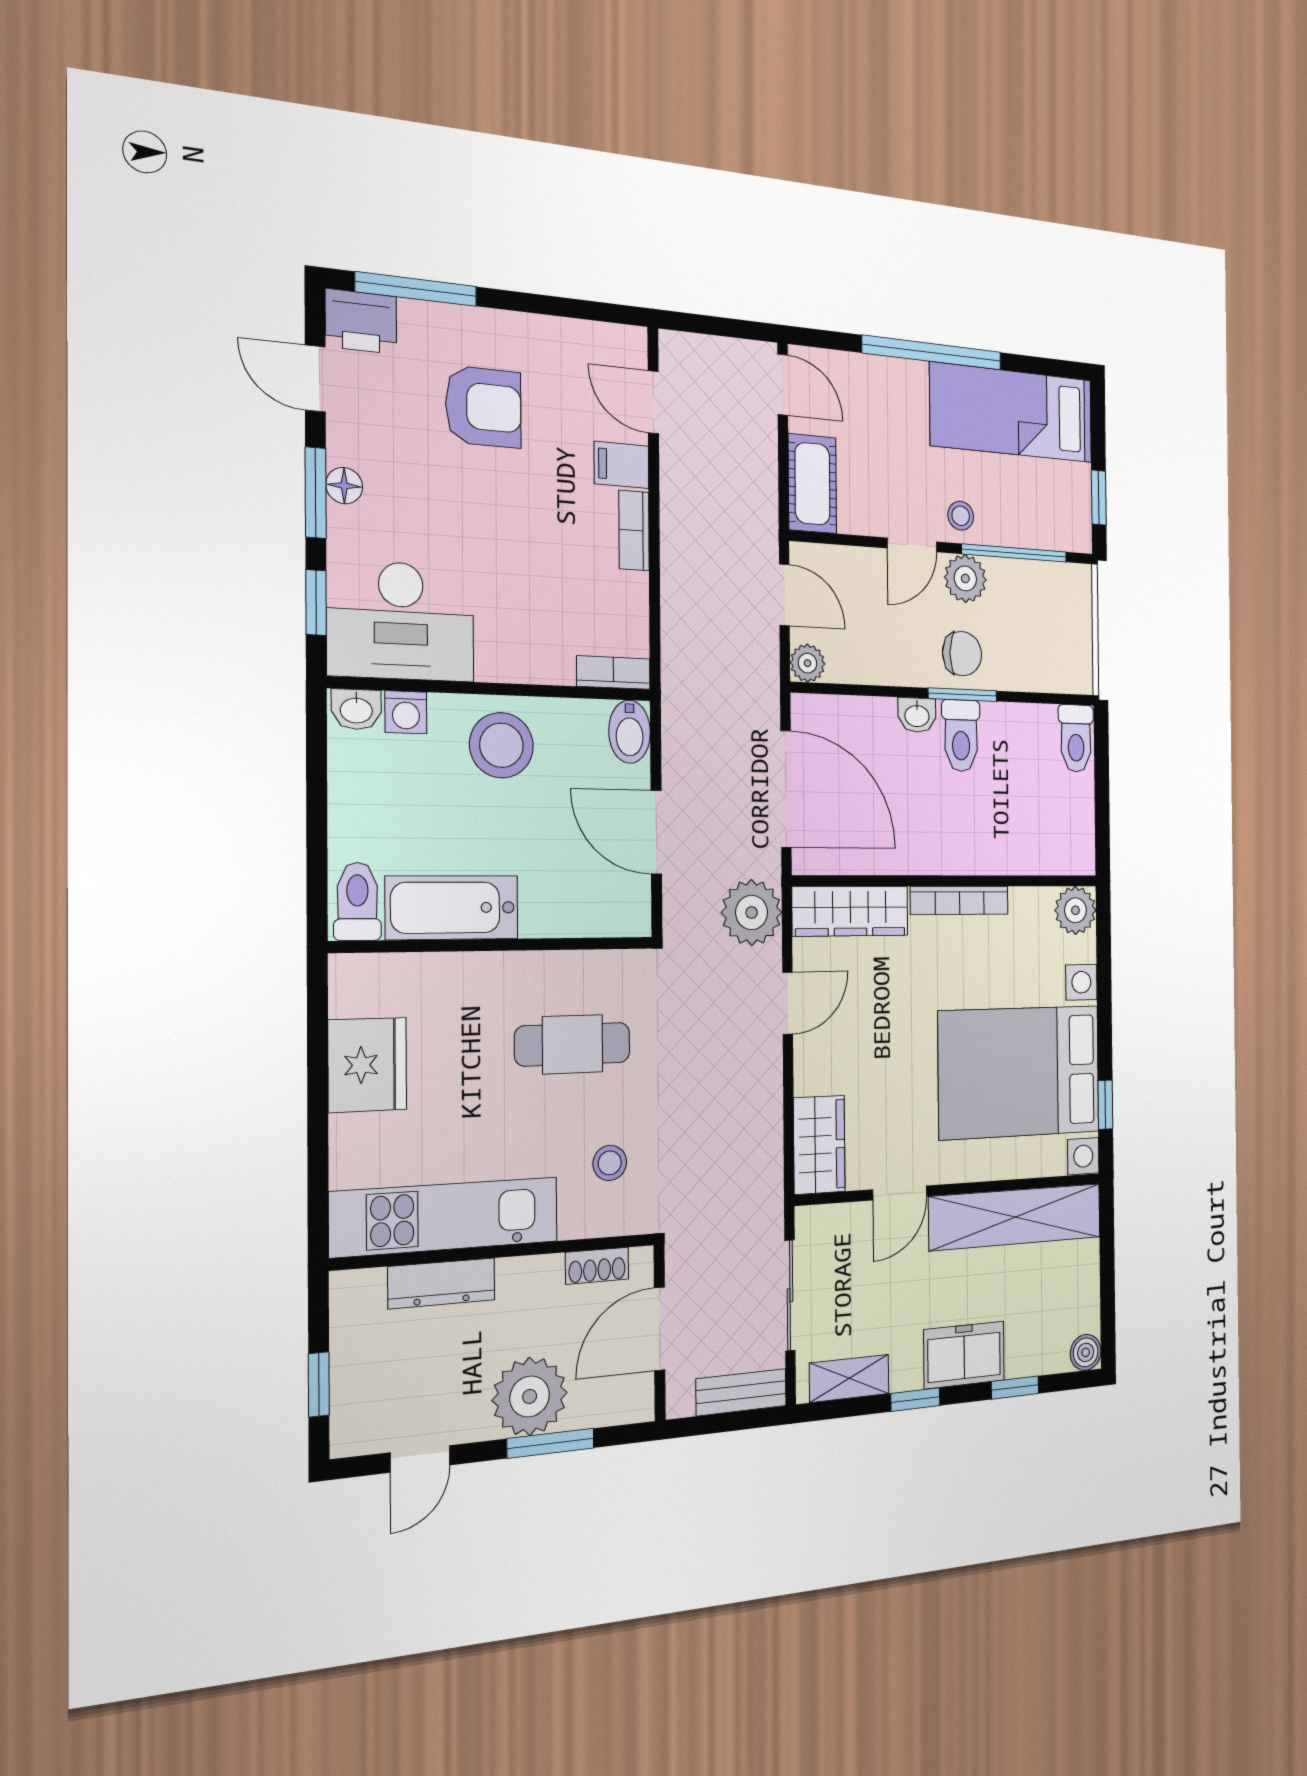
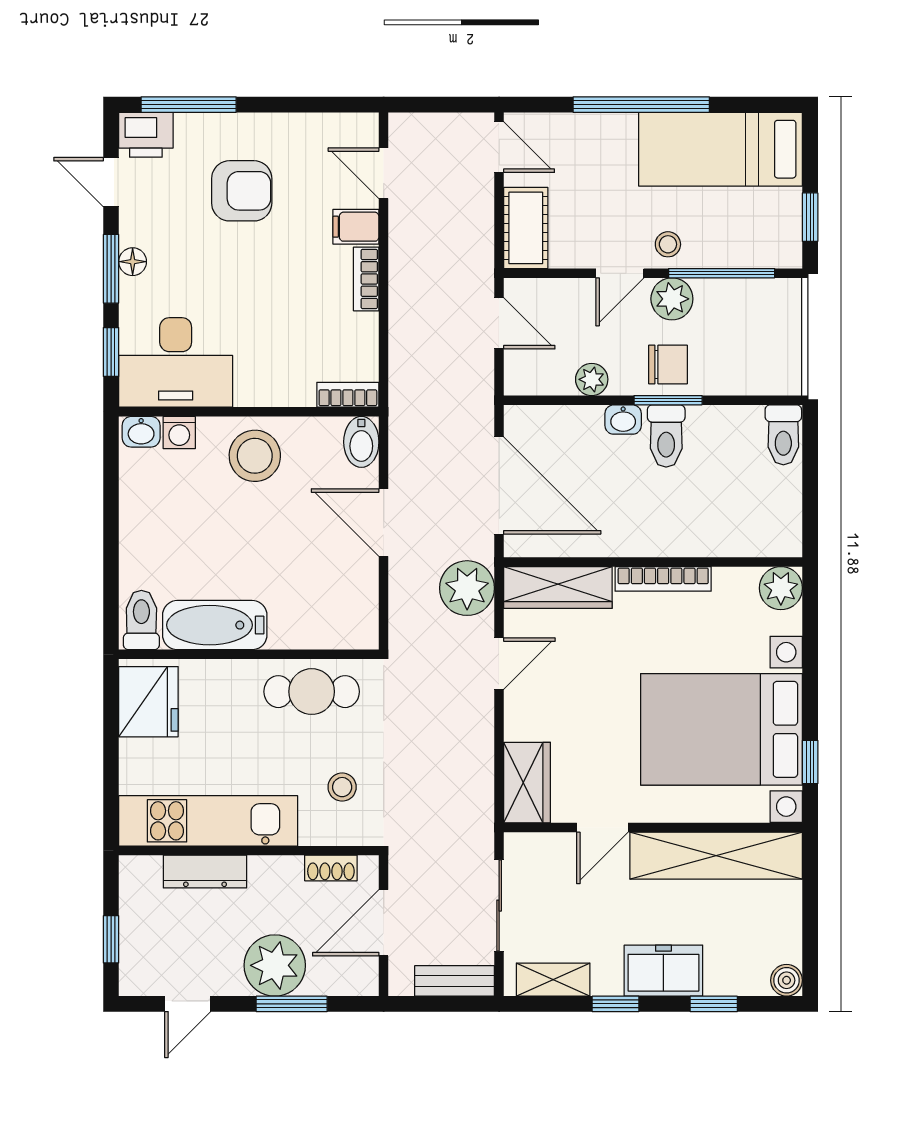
plant: (807, 663) -> (592, 379), moved
toilet: (357, 901) -> (141, 620), moved
bathtub: (452, 908) -> (215, 625), moved
wall: (495, 945) -> (249, 654), moved

